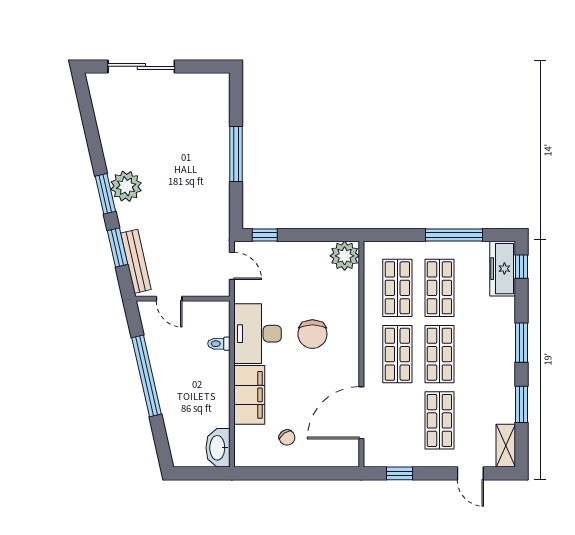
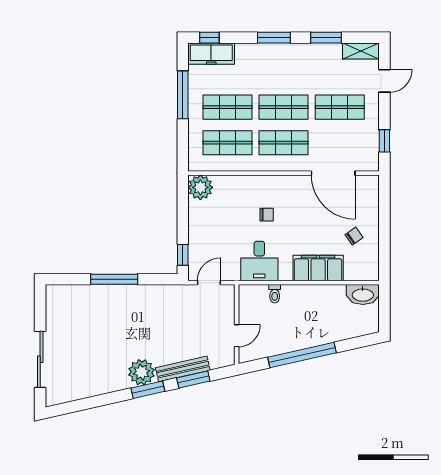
bench: (136, 261) -> (183, 369), moved
desk: (258, 334) -> (259, 261), width x0.73
chair: (312, 334) -> (267, 215), width x0.54, depth x0.54

